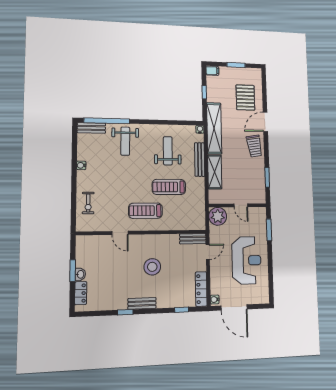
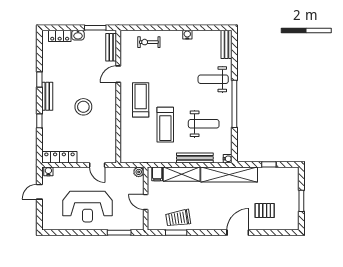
filing cabinet: (212, 71) -> (157, 174), moved
pallet: (245, 98) -> (265, 211), width x0.67, depth x0.71
window: (107, 121) -> (234, 104), moved
door: (265, 122) -> (238, 233), hinge flipped
trolley: (254, 146) -> (178, 218), moved
treadmill: (169, 187) -> (165, 125), turned 180
door: (241, 205) -> (146, 202), hinge flipped
plant: (218, 216) -> (139, 172), width x0.53, depth x0.53
bench: (193, 239) -> (111, 47), moved
window: (73, 271) -> (95, 28), moved
door: (234, 307) -> (39, 192), width x0.53
window: (182, 310) -> (39, 121), moved

